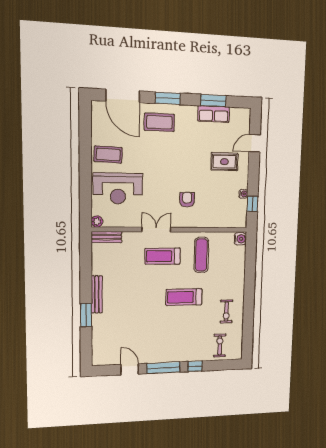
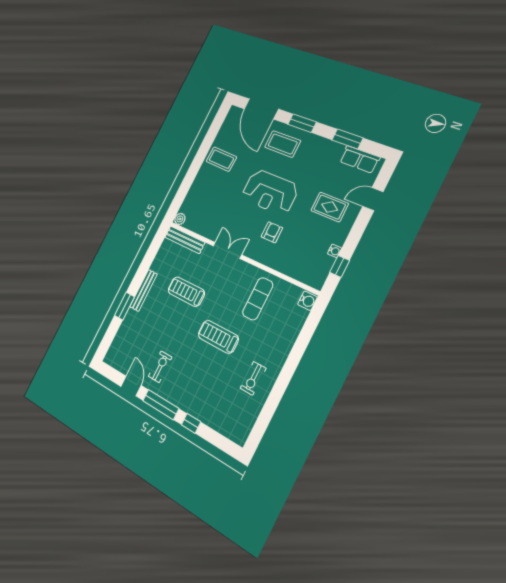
row of seats: (214, 114) -> (360, 159), moved
reception desk: (118, 188) -> (270, 192), moved
bench: (106, 237) -> (185, 240), width x1.36
treadmill: (163, 256) -> (186, 292), moved
exercise bike: (220, 345) -> (160, 367), moved

